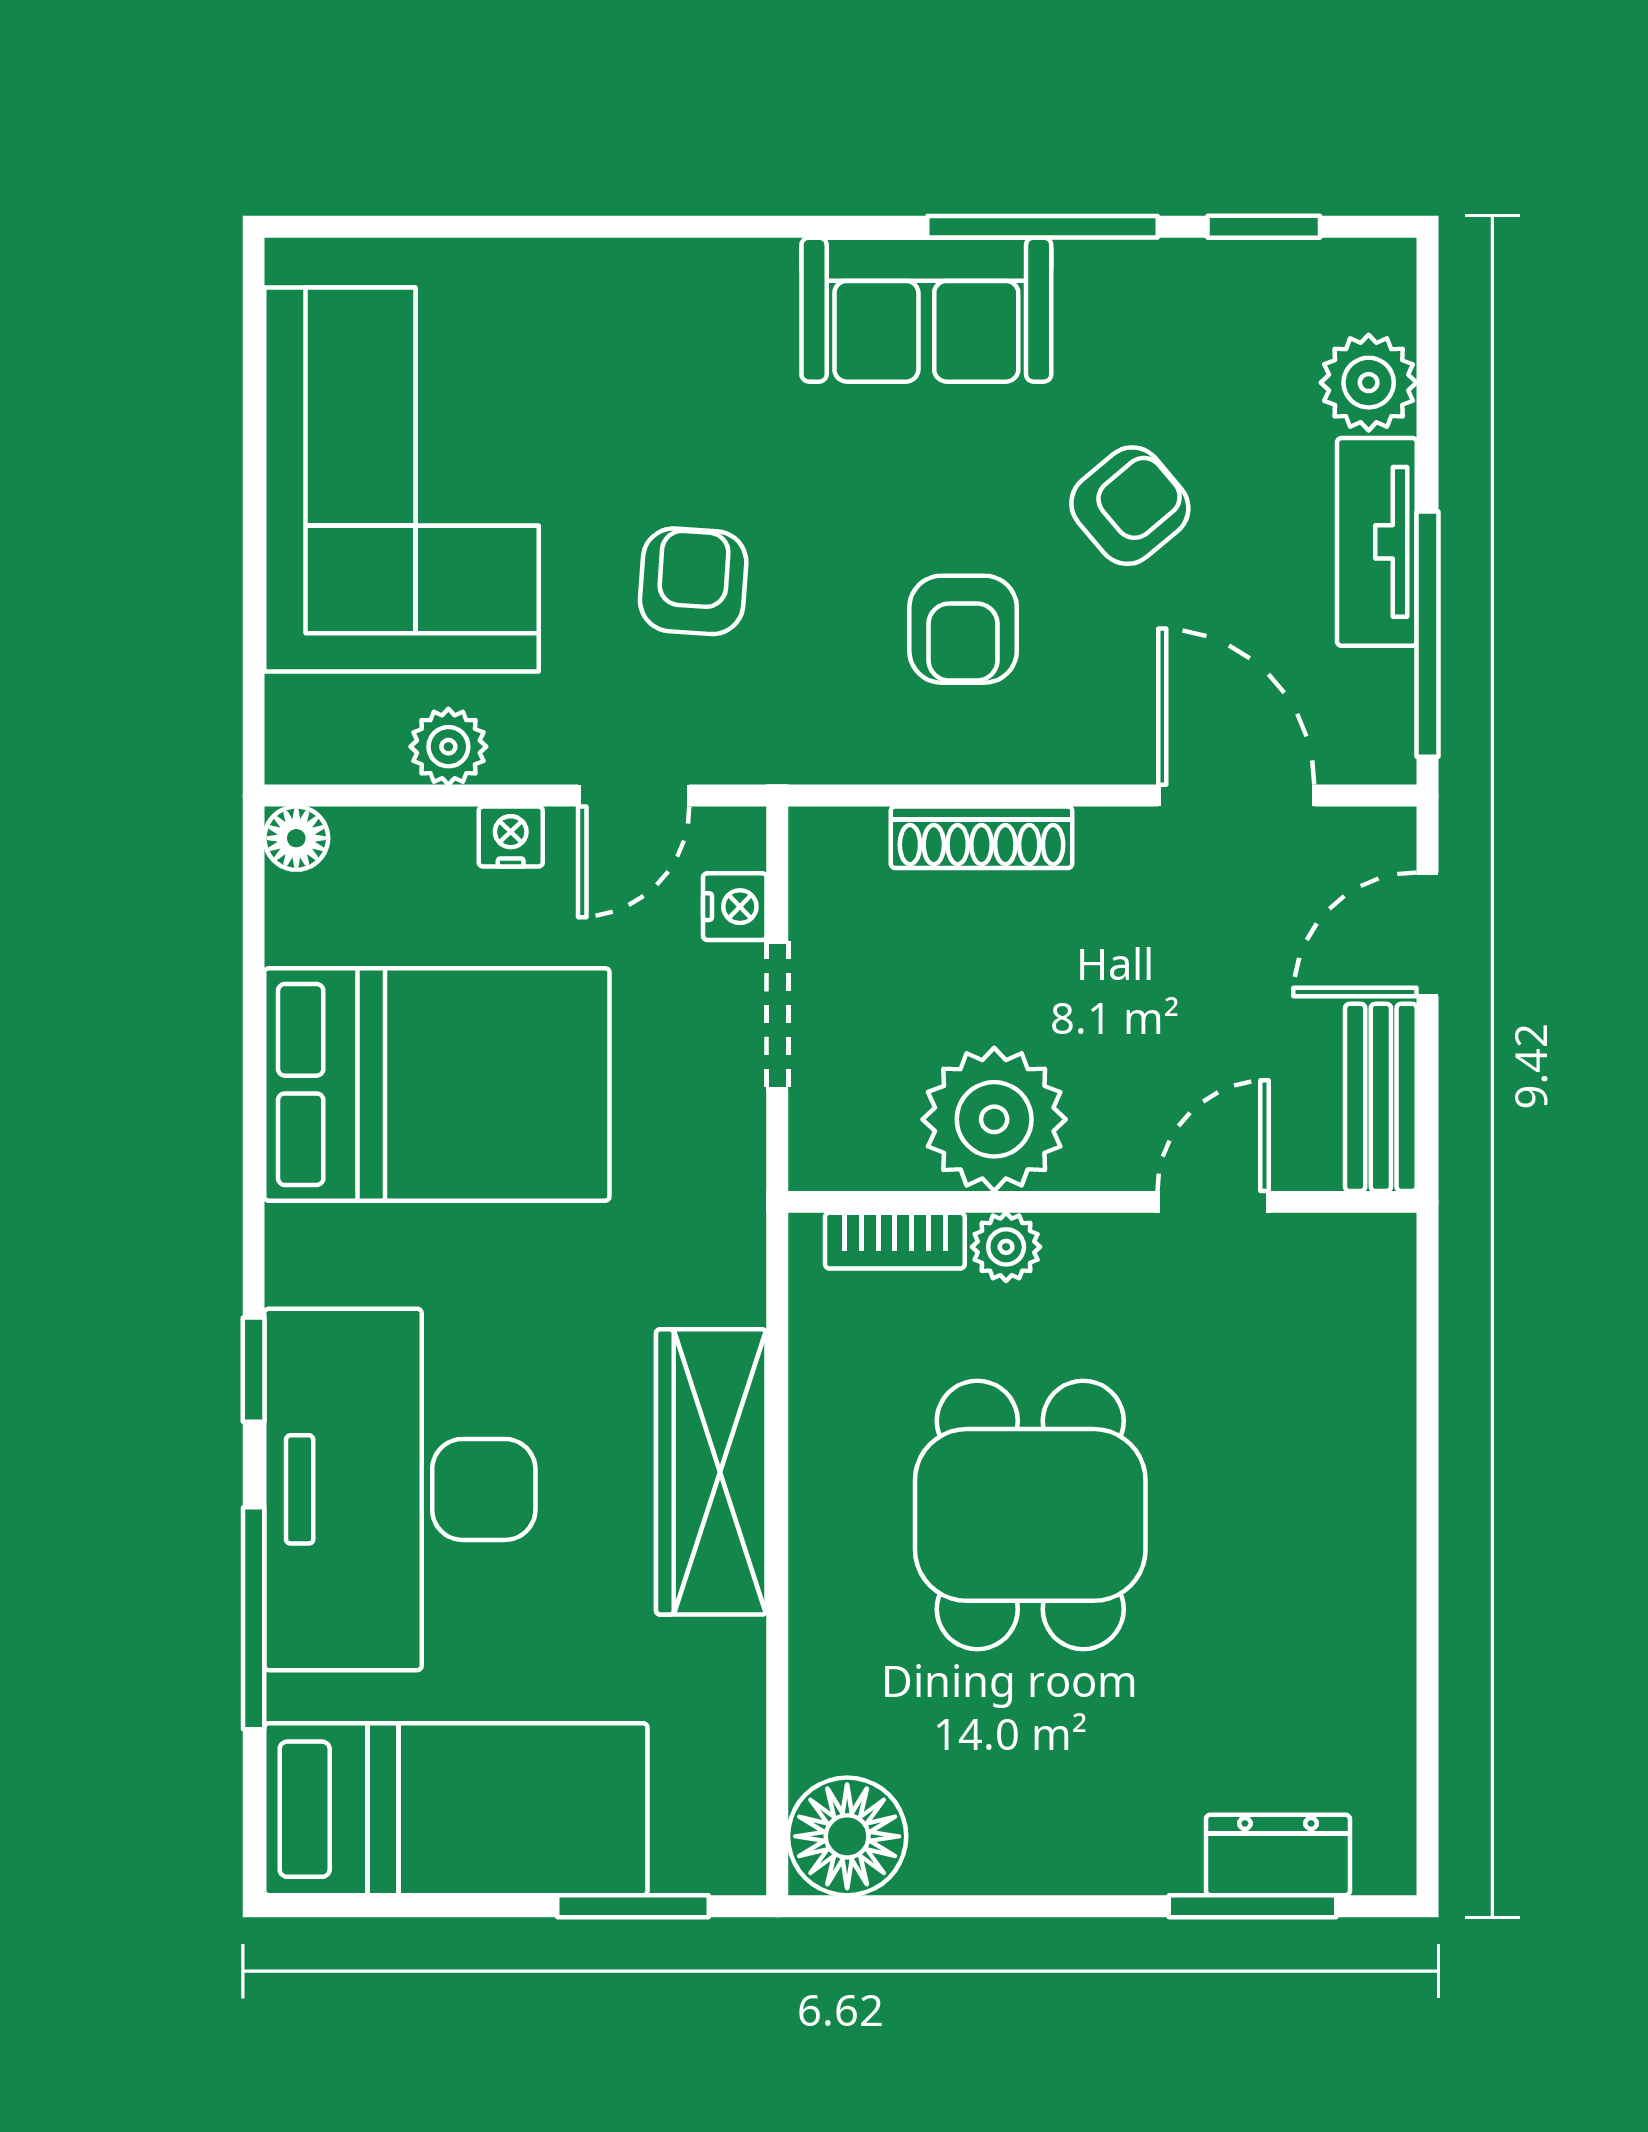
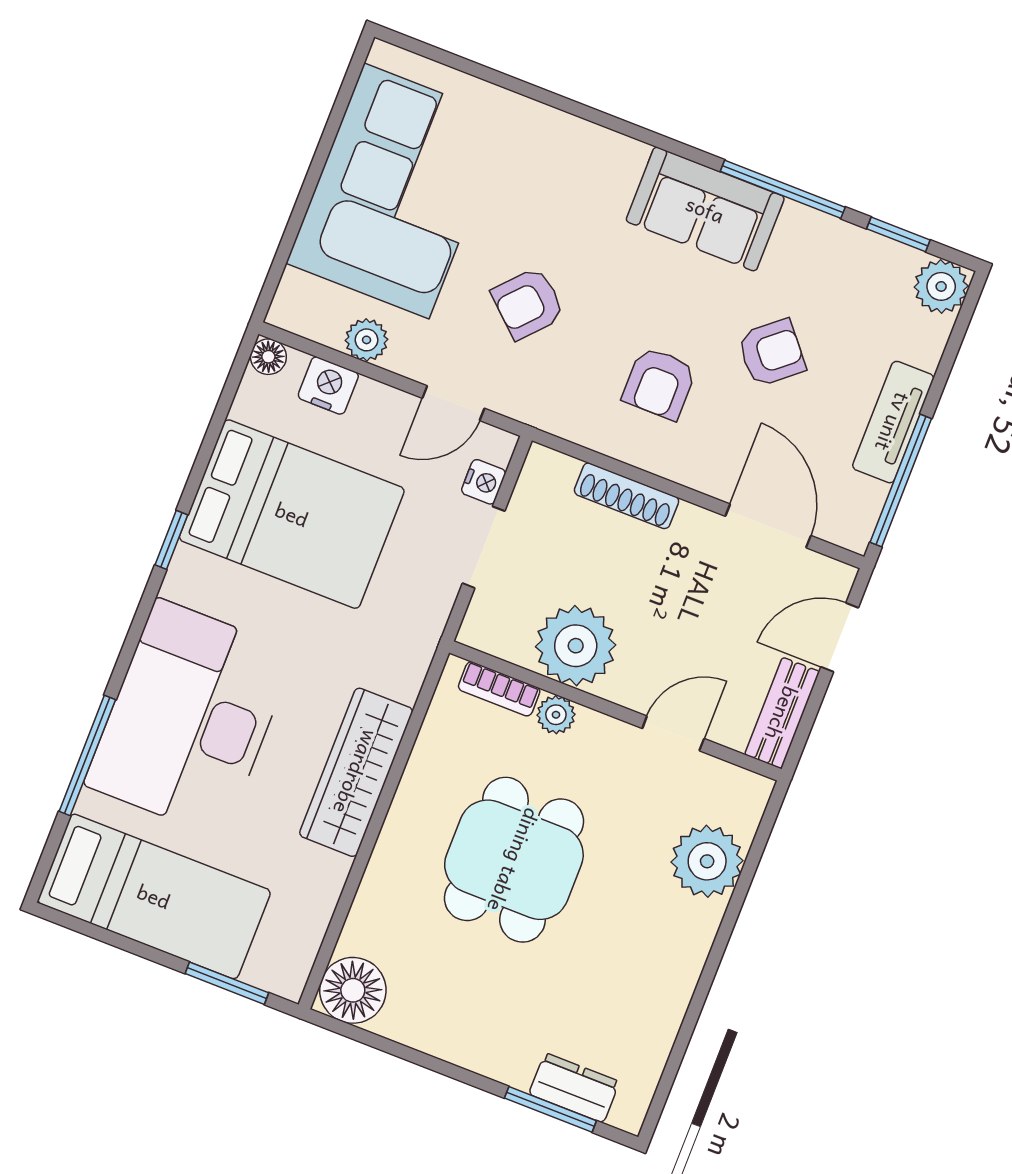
plant: (1369, 383) -> (941, 286), moved
armchair: (693, 581) -> (528, 303), turned -142
nightstand: (511, 837) -> (328, 385), moved, width x1.39, depth x1.35
window: (254, 1370) -> (171, 540), moved
plant: (1352, 1392) -> (707, 861), added

